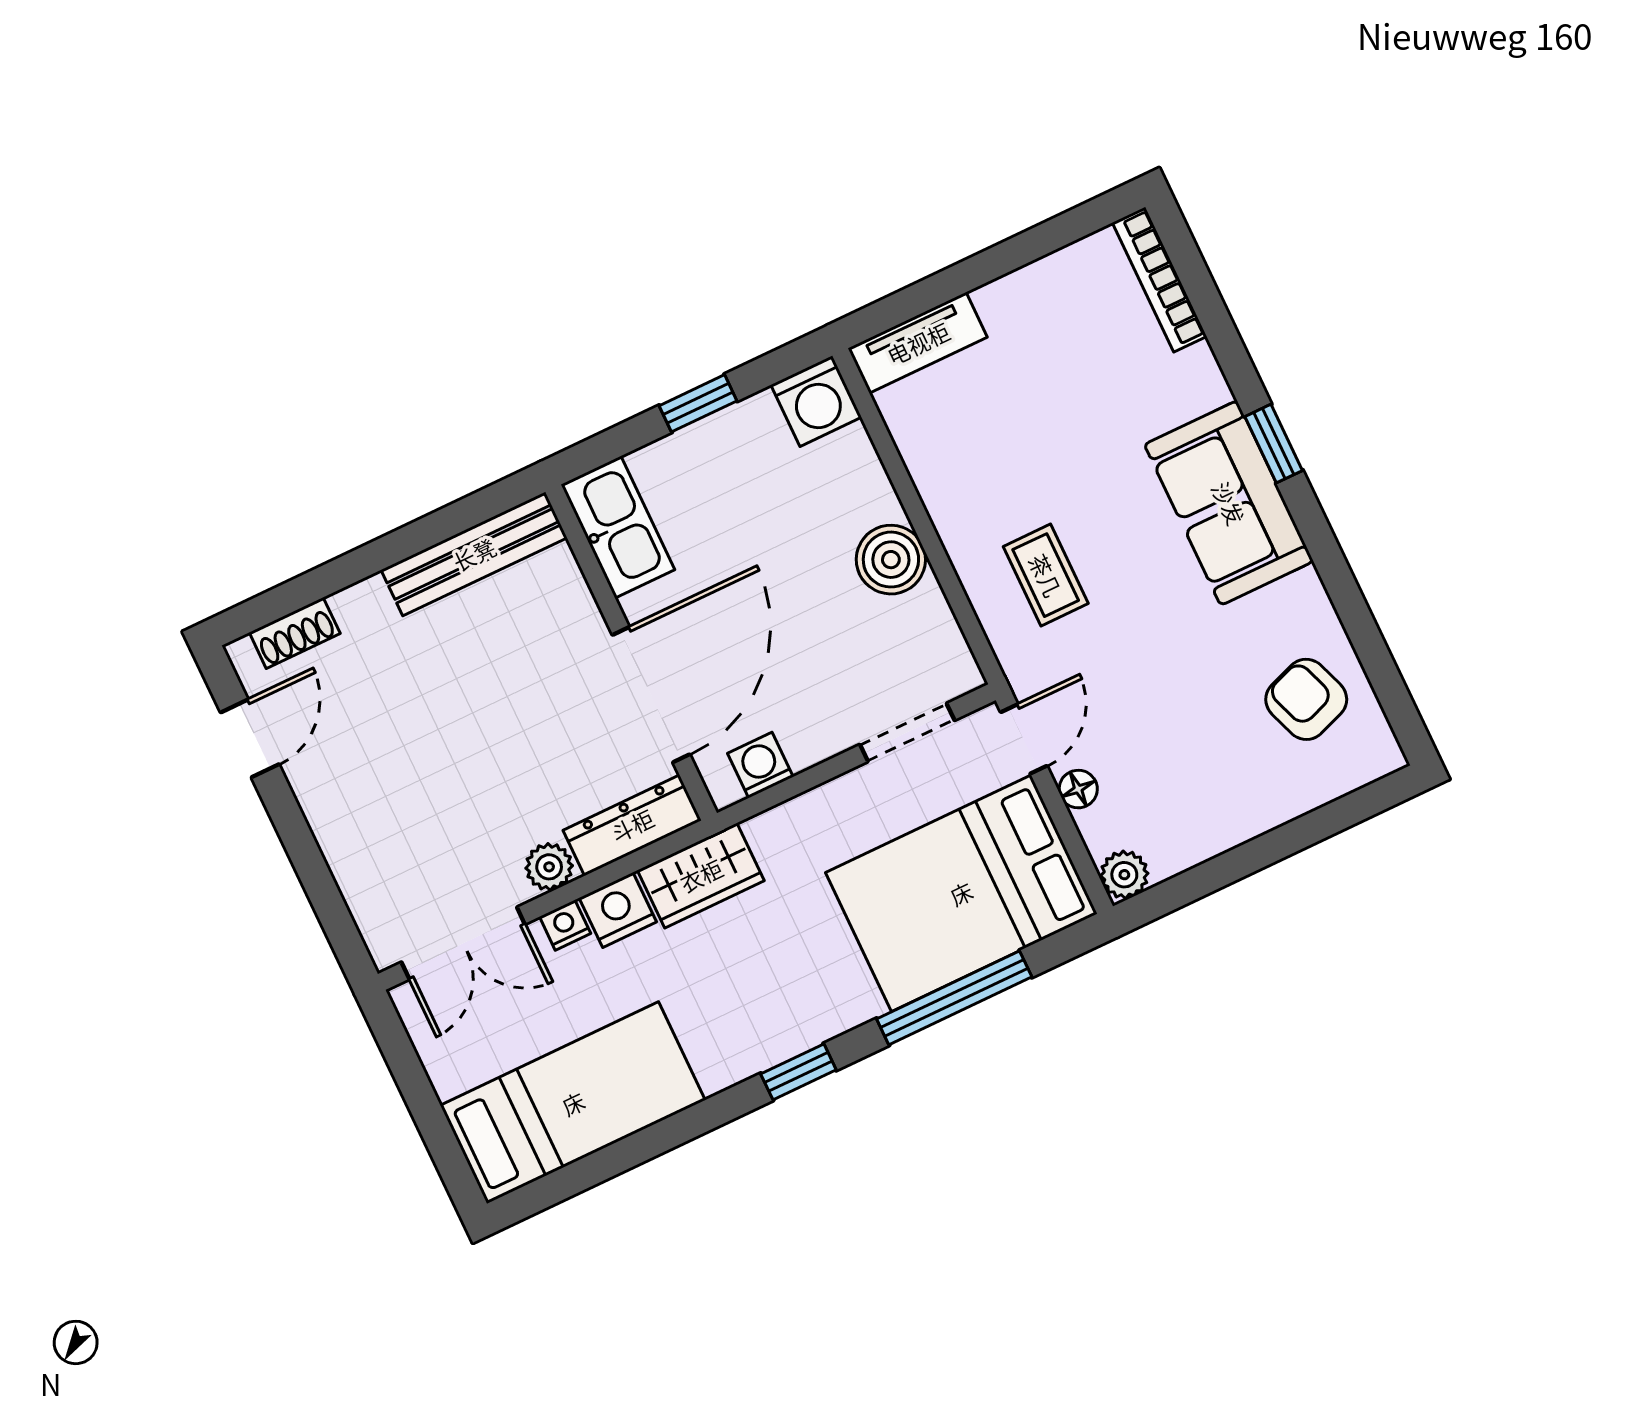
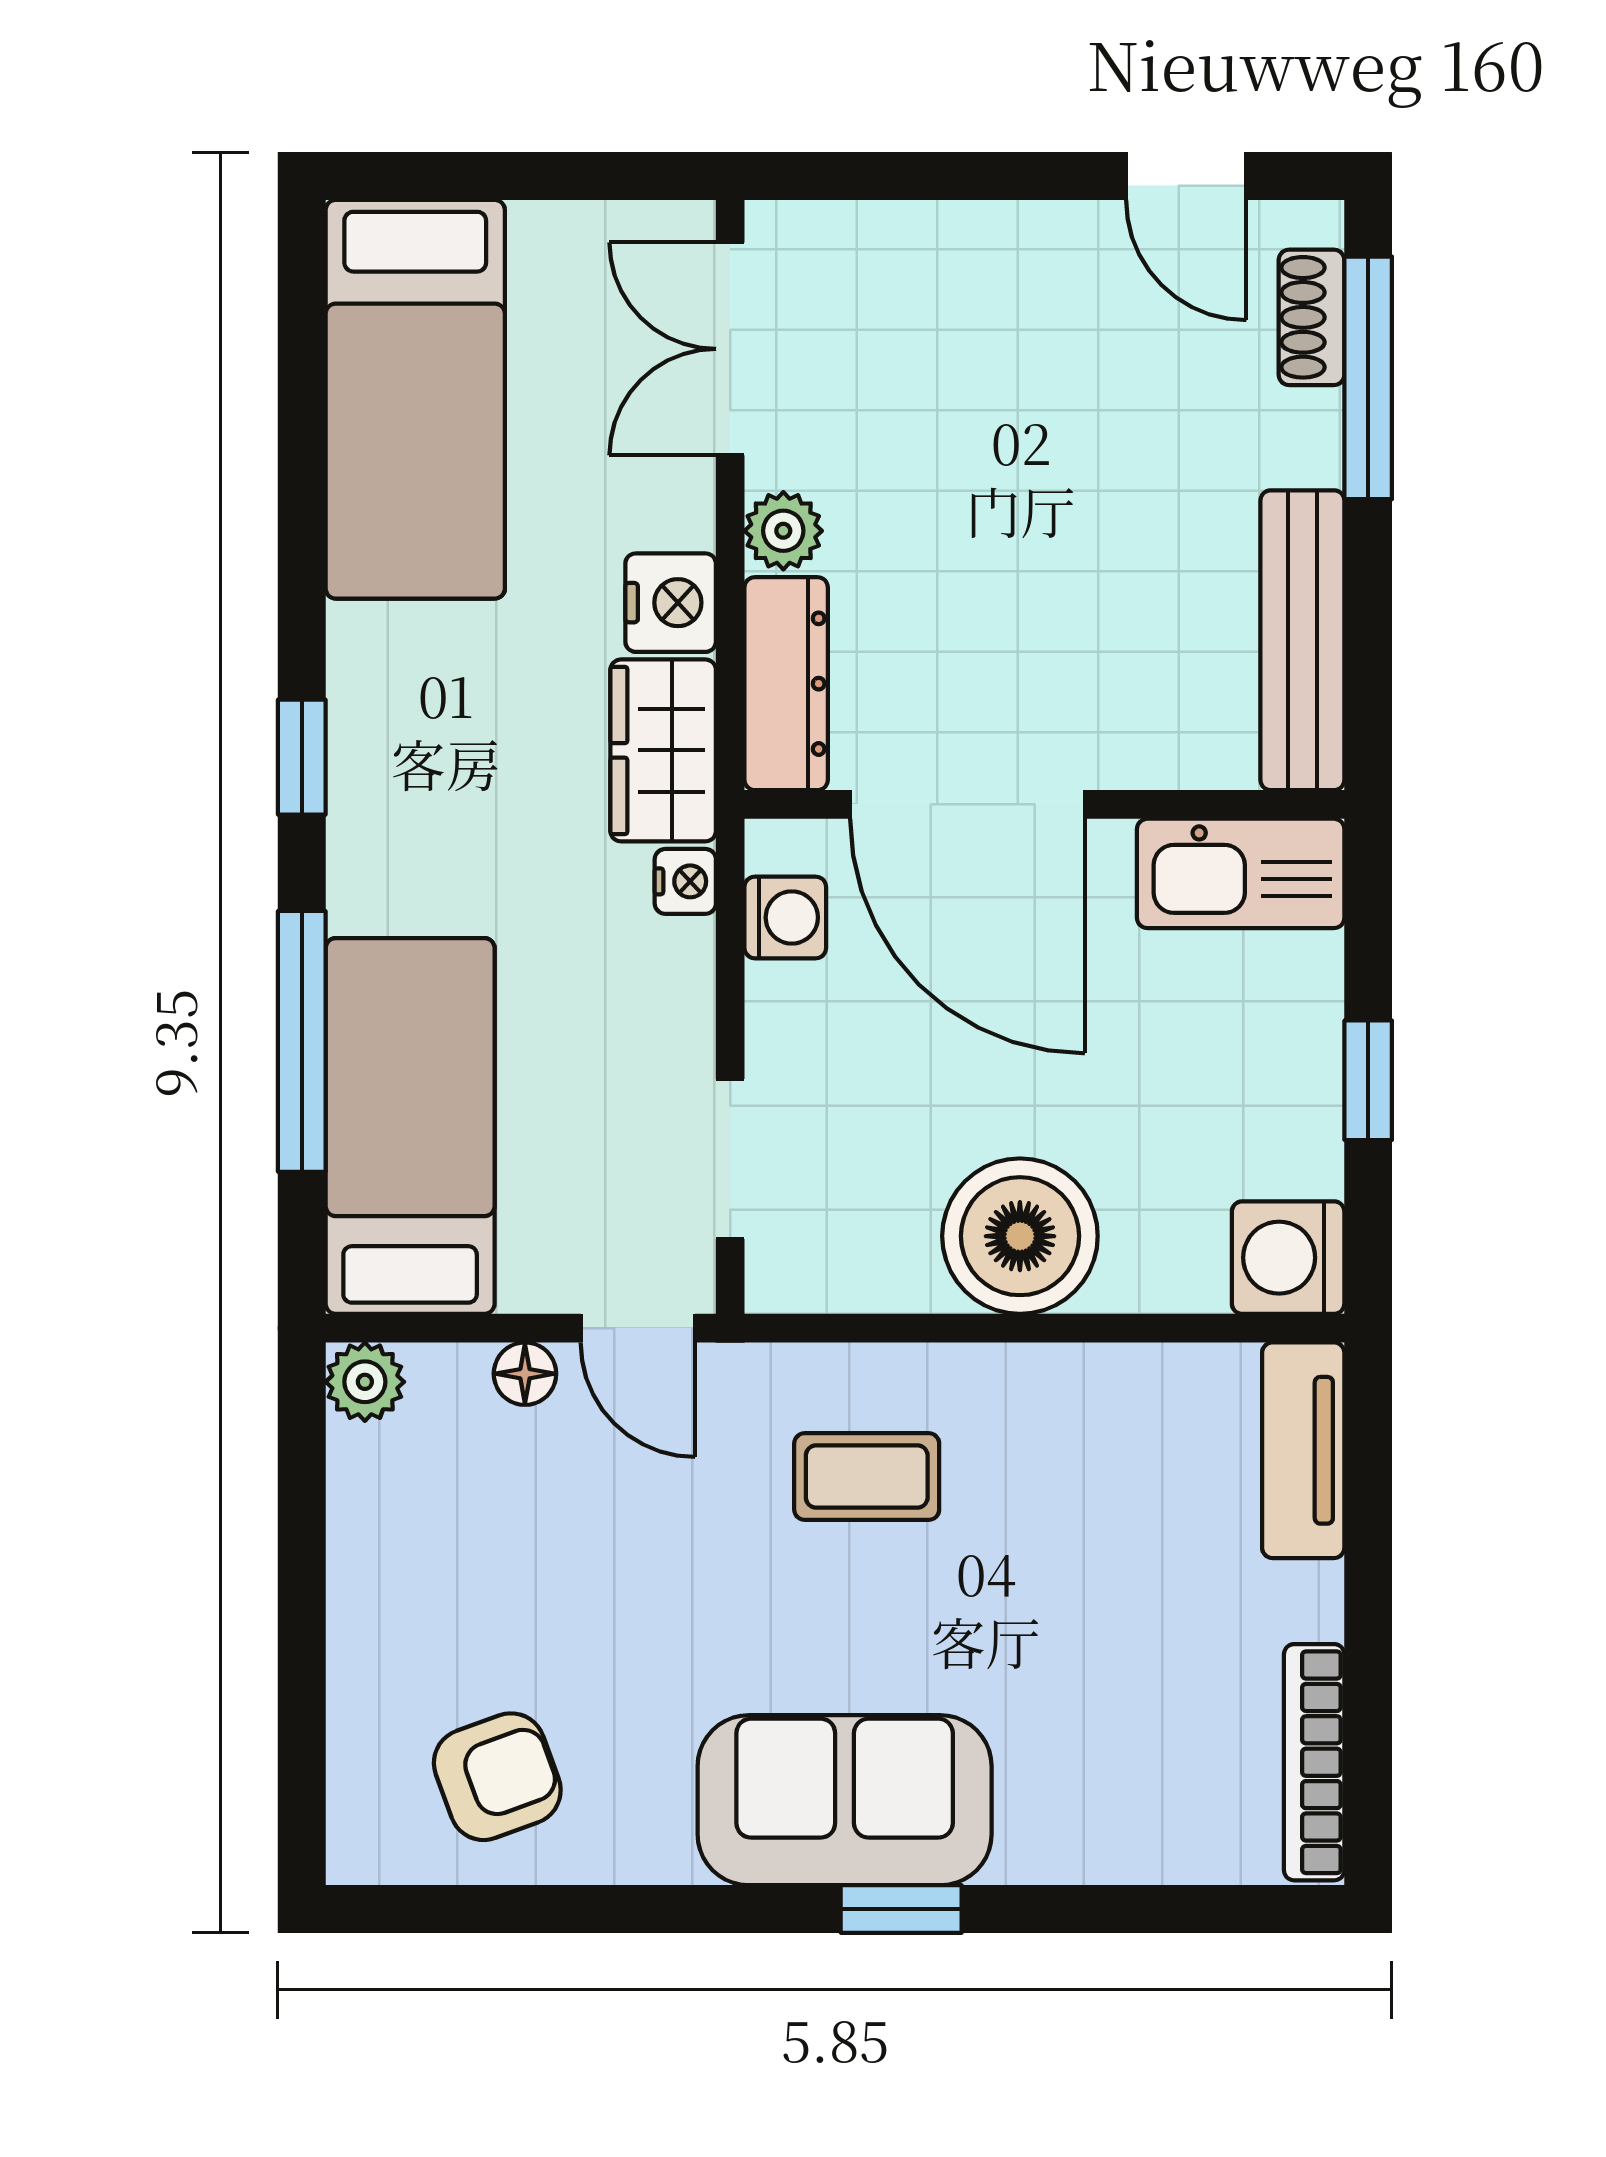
bookcase: (1159, 280) -> (1314, 1762), moved, turned -90
boiler: (891, 560) -> (1020, 1236), width x1.37, depth x1.37
window: (313, 586) -> (1368, 378), added
bed: (961, 893) -> (410, 1126), width x0.67
nightstand: (565, 925) -> (685, 881), moved

